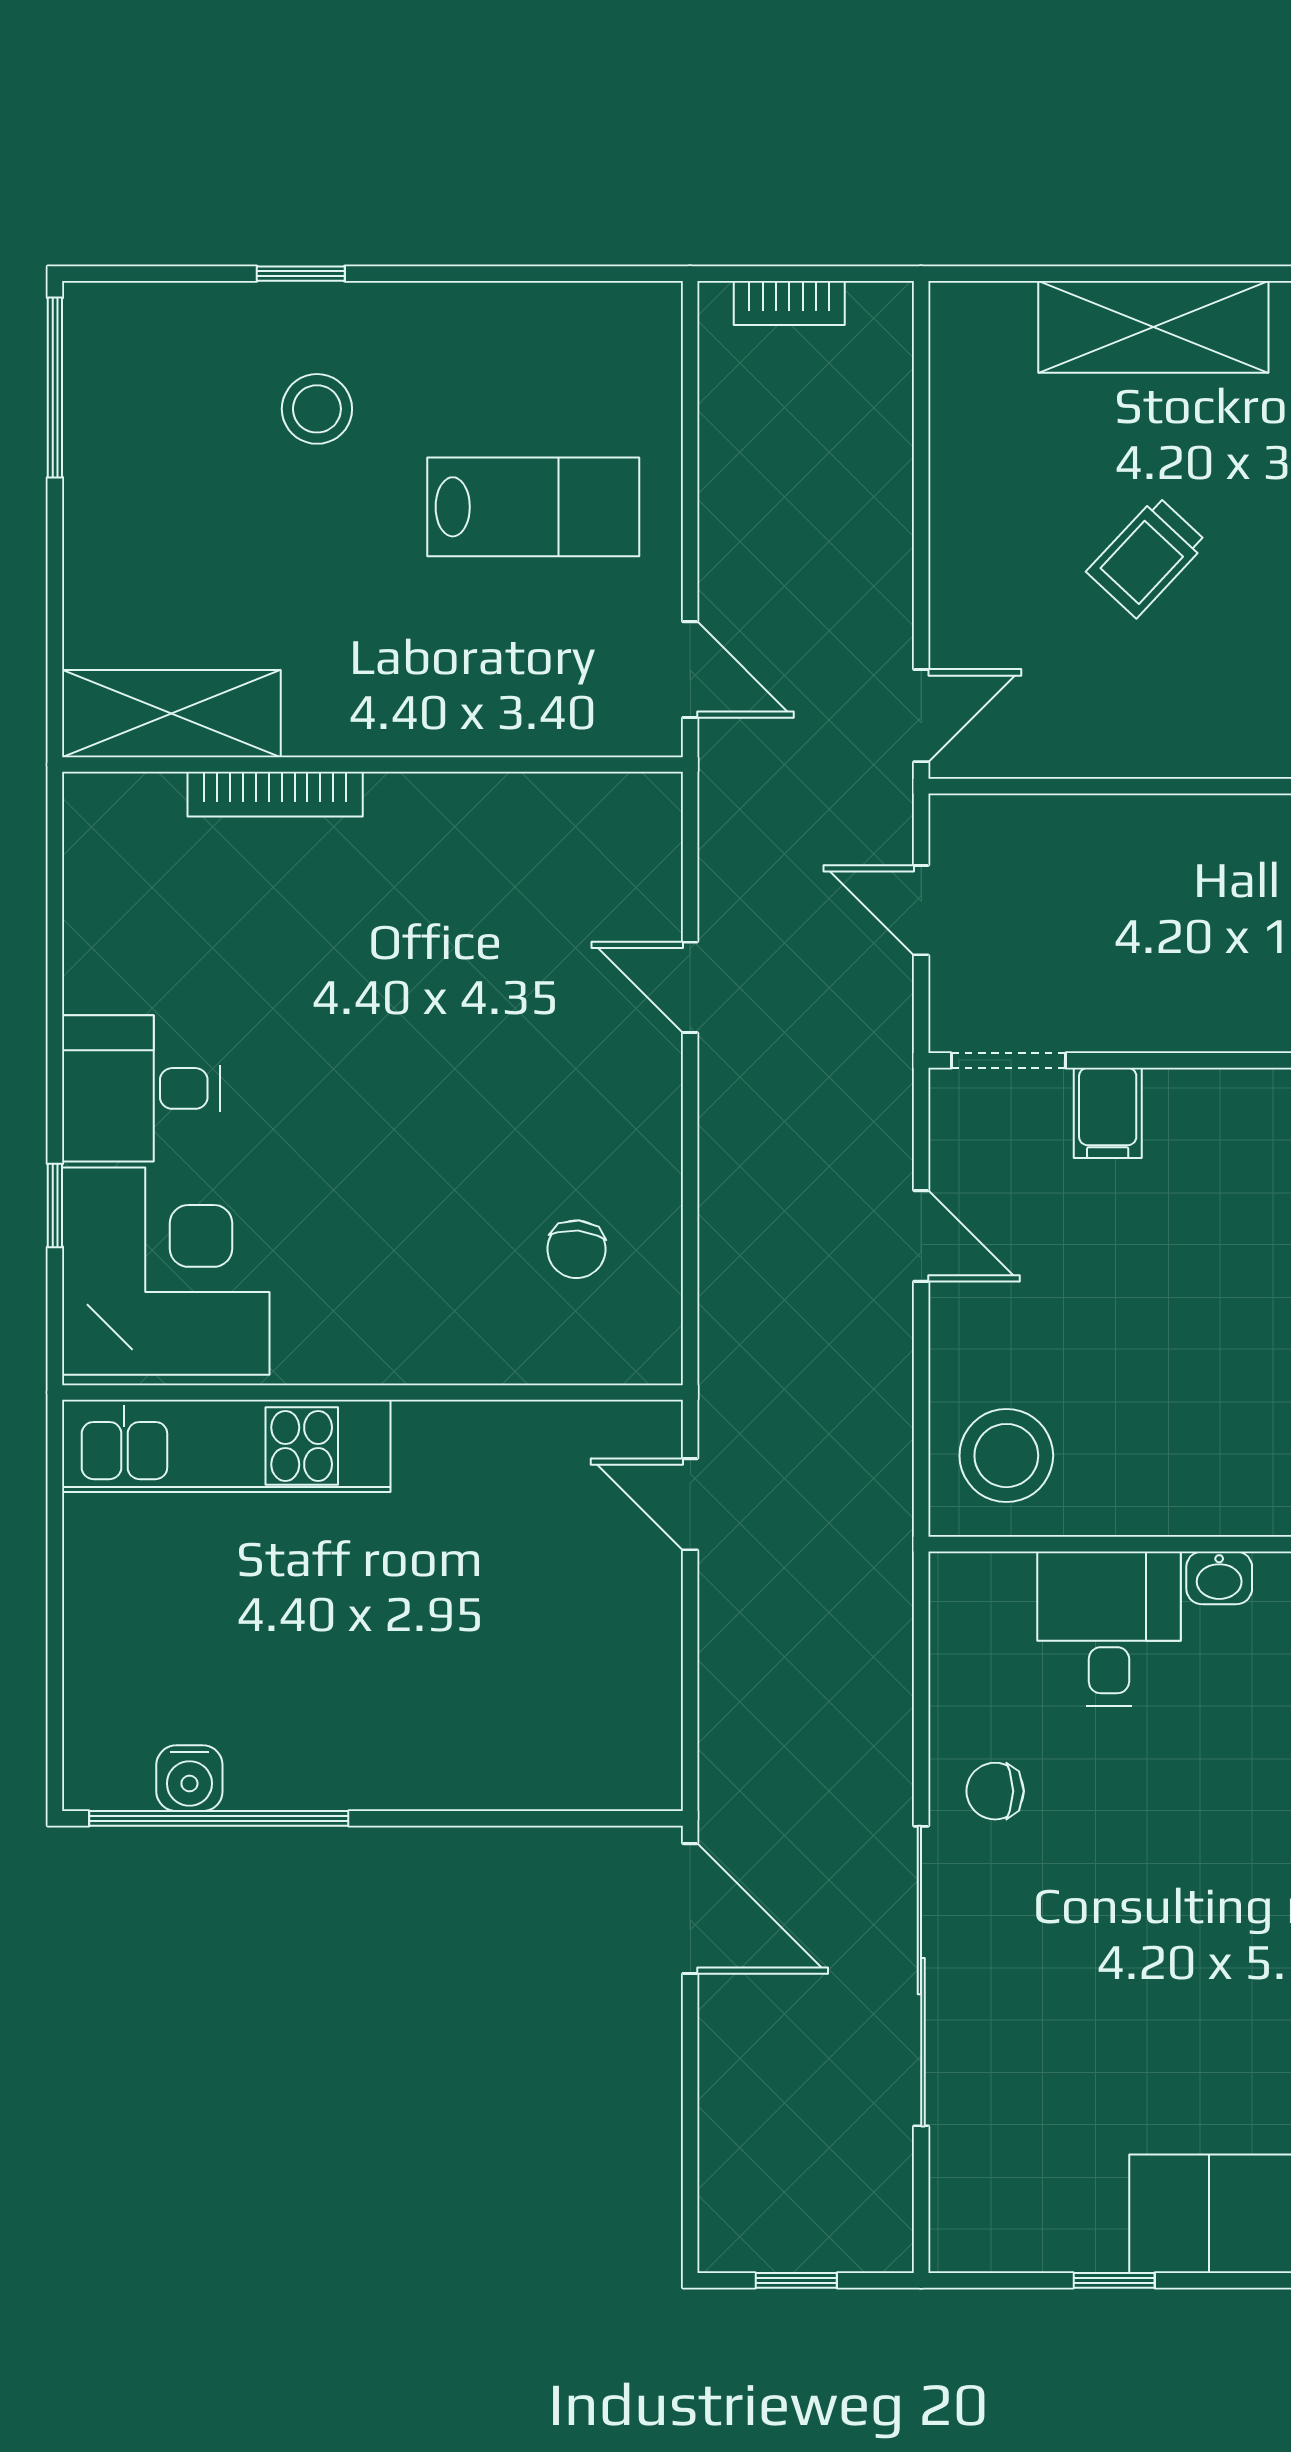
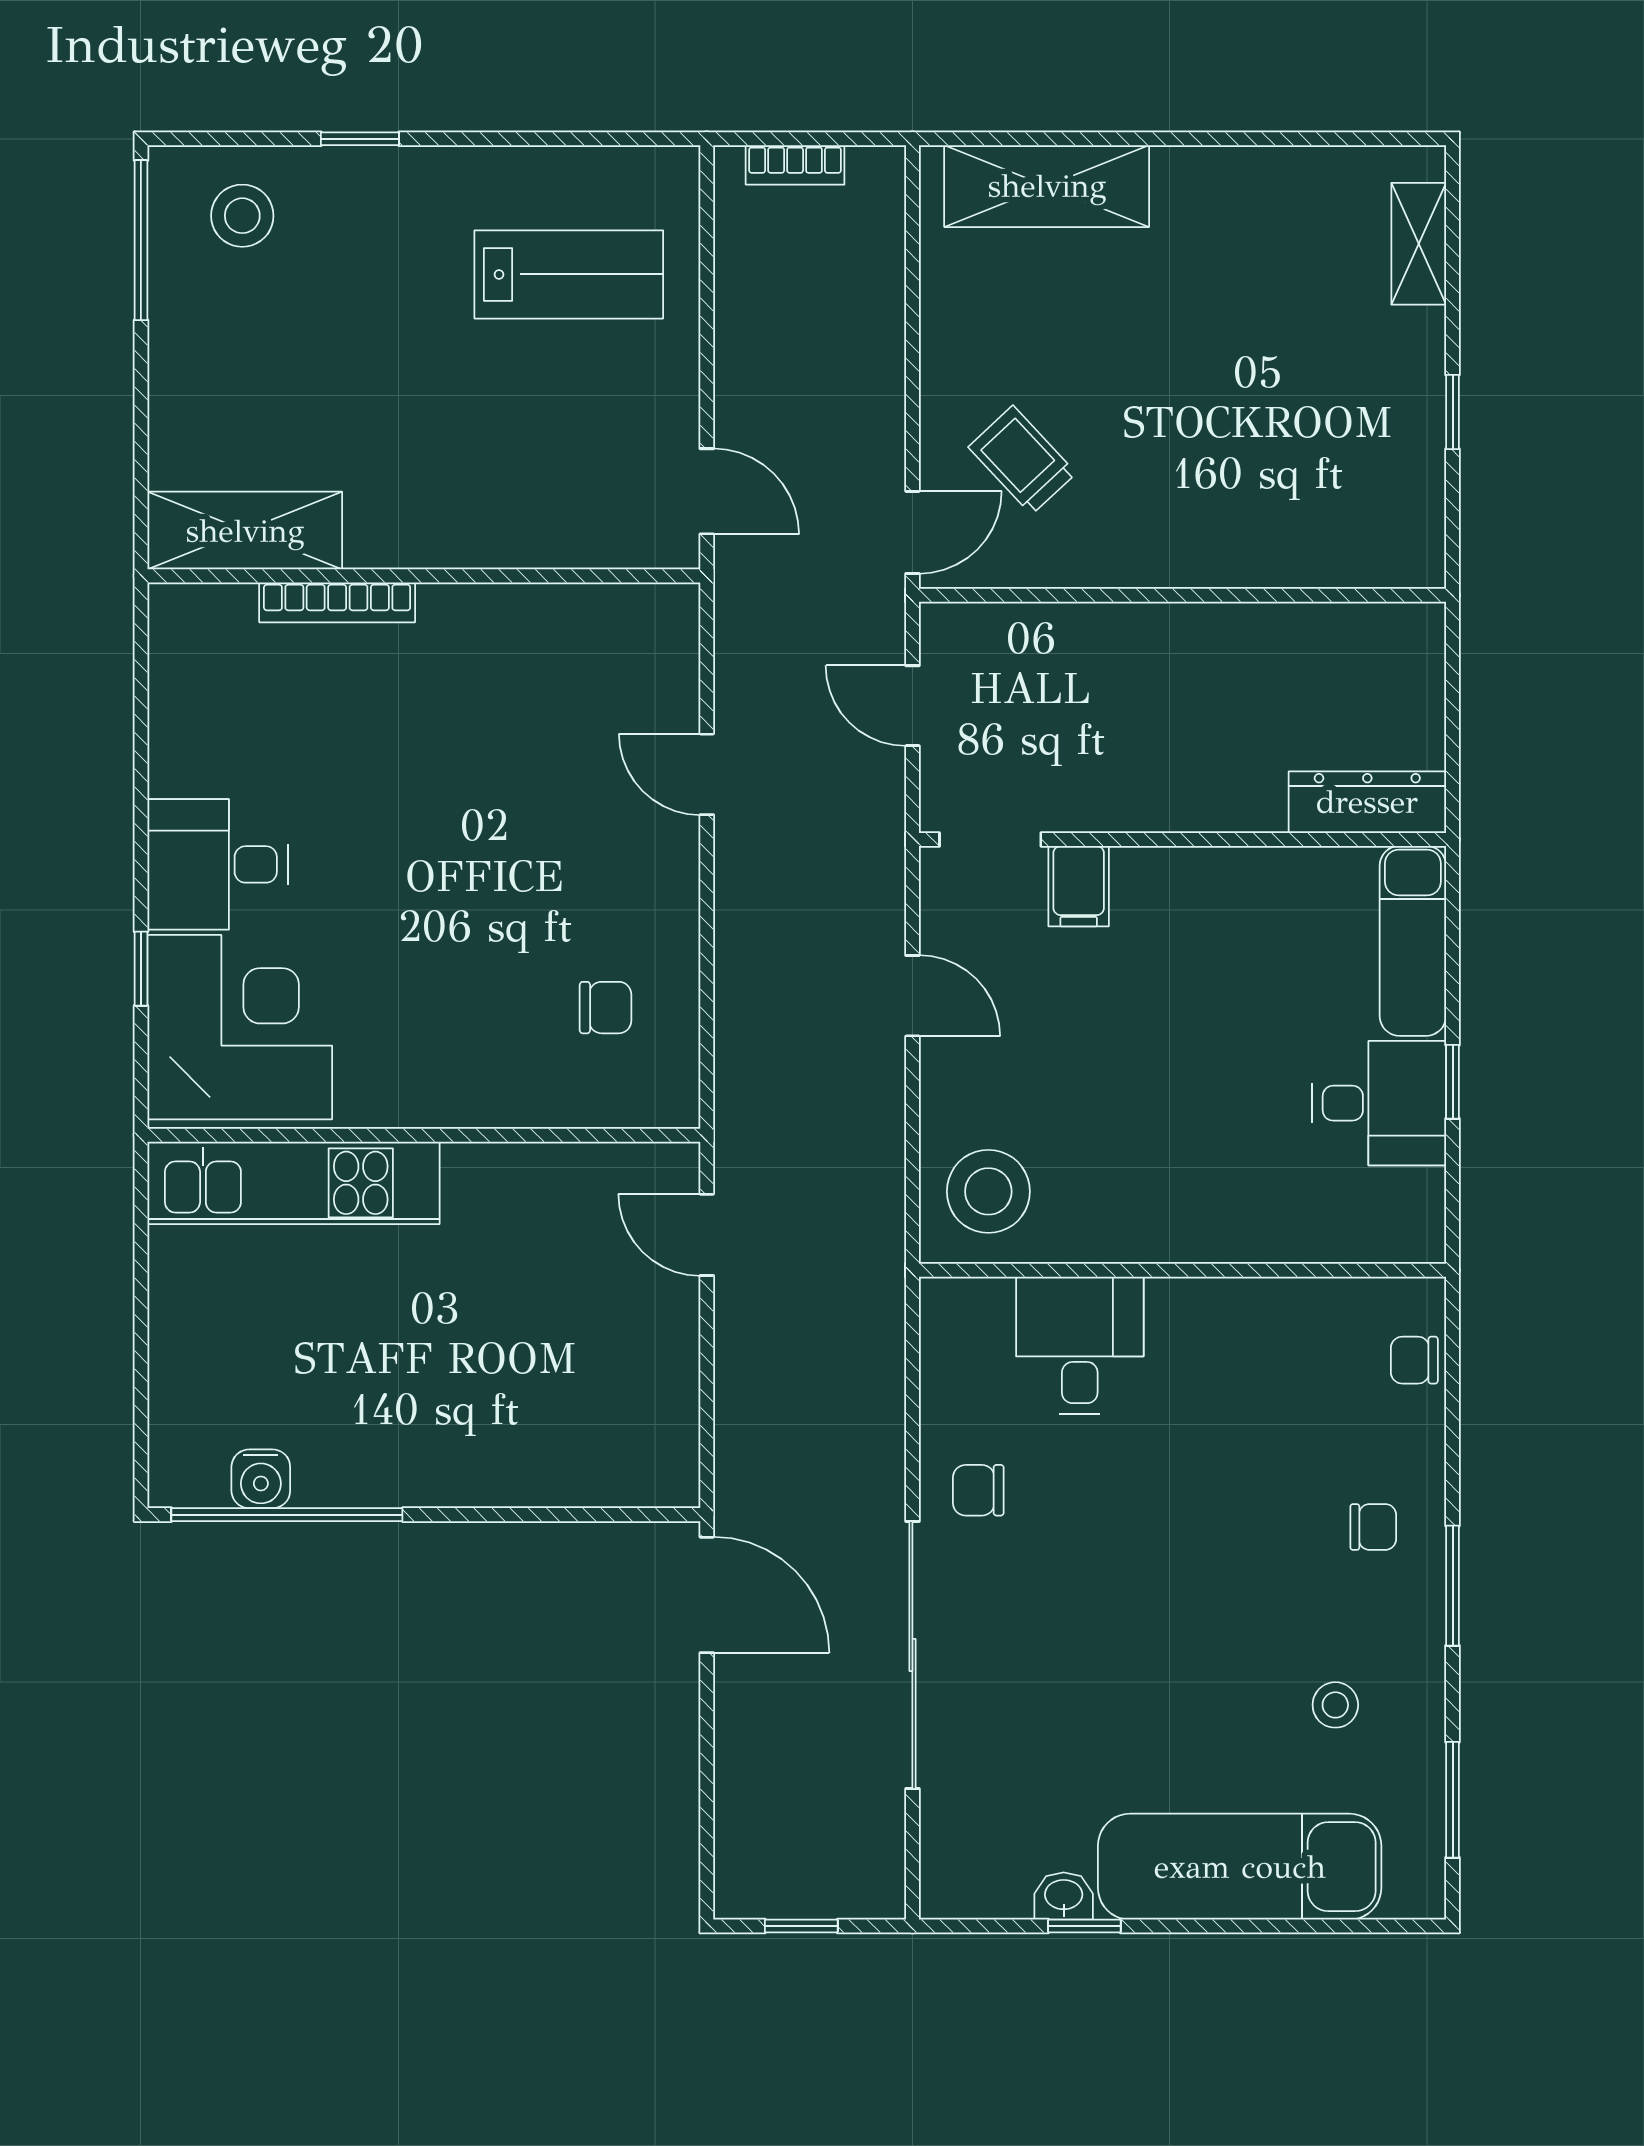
shelving: (1153, 327) -> (1047, 186), moved
stool: (317, 409) -> (242, 216), moved
lab bench: (533, 507) -> (569, 274), moved
trolley: (1147, 557) -> (1022, 460), moved, turned 94
chair: (576, 1249) -> (606, 1008), turned -95
washbasin: (1219, 1578) -> (1064, 1896), moved, turned 180

